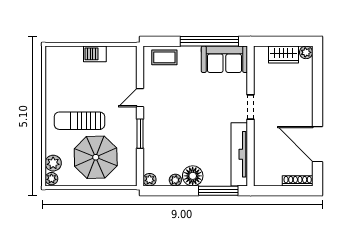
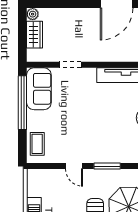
doorway: (251, 107) -> (70, 65), moved

